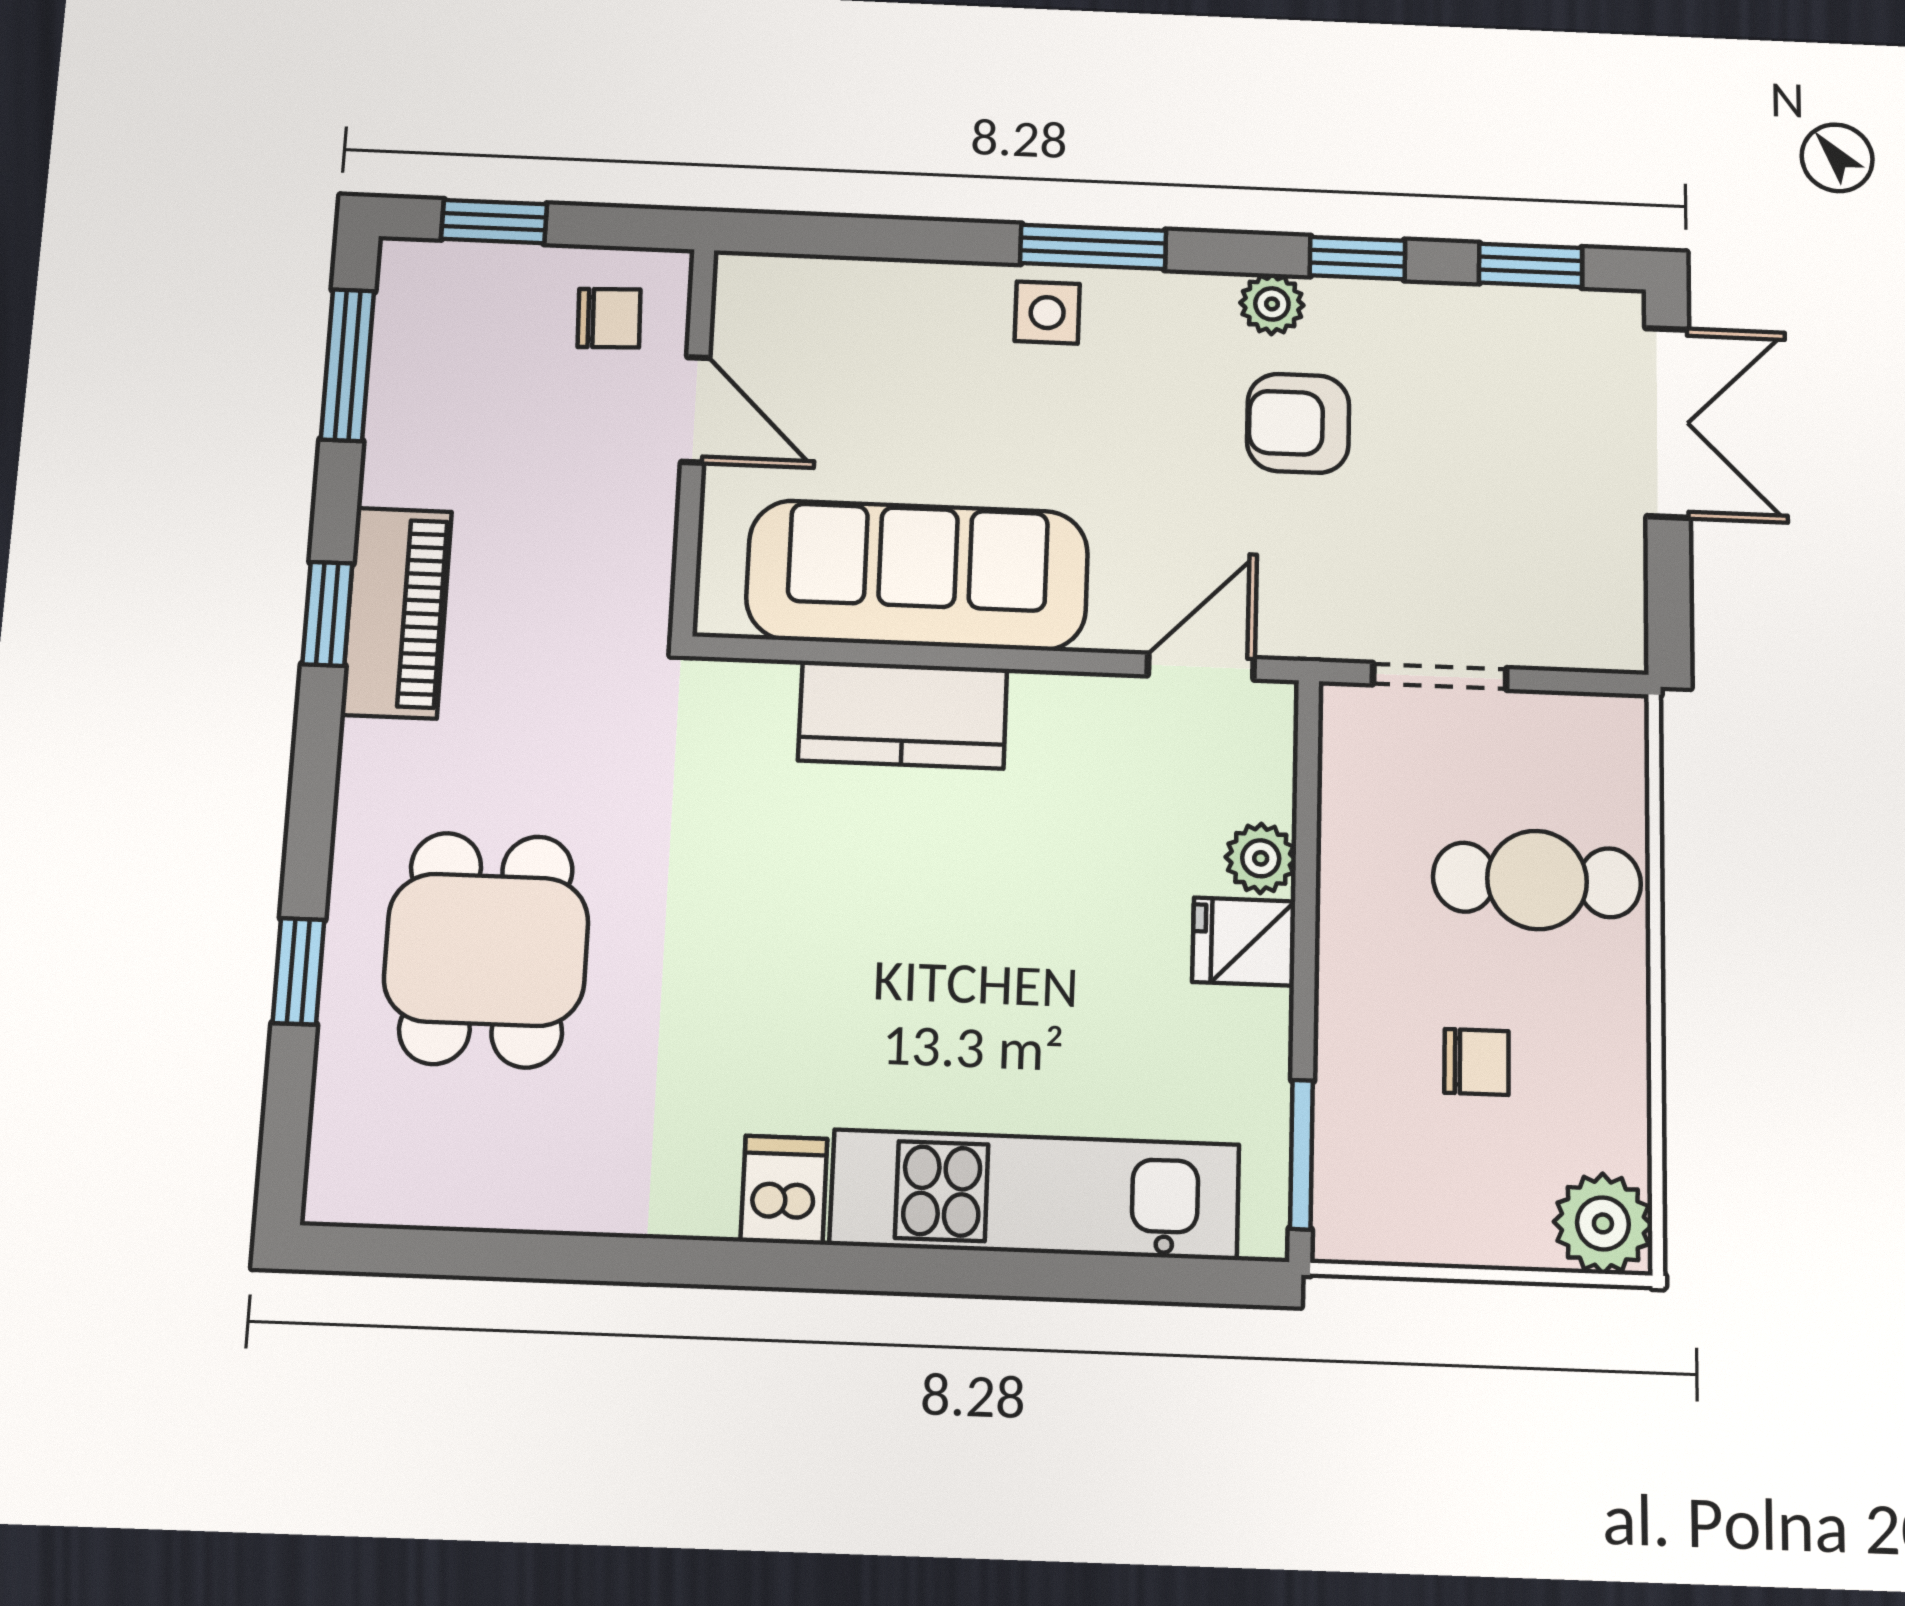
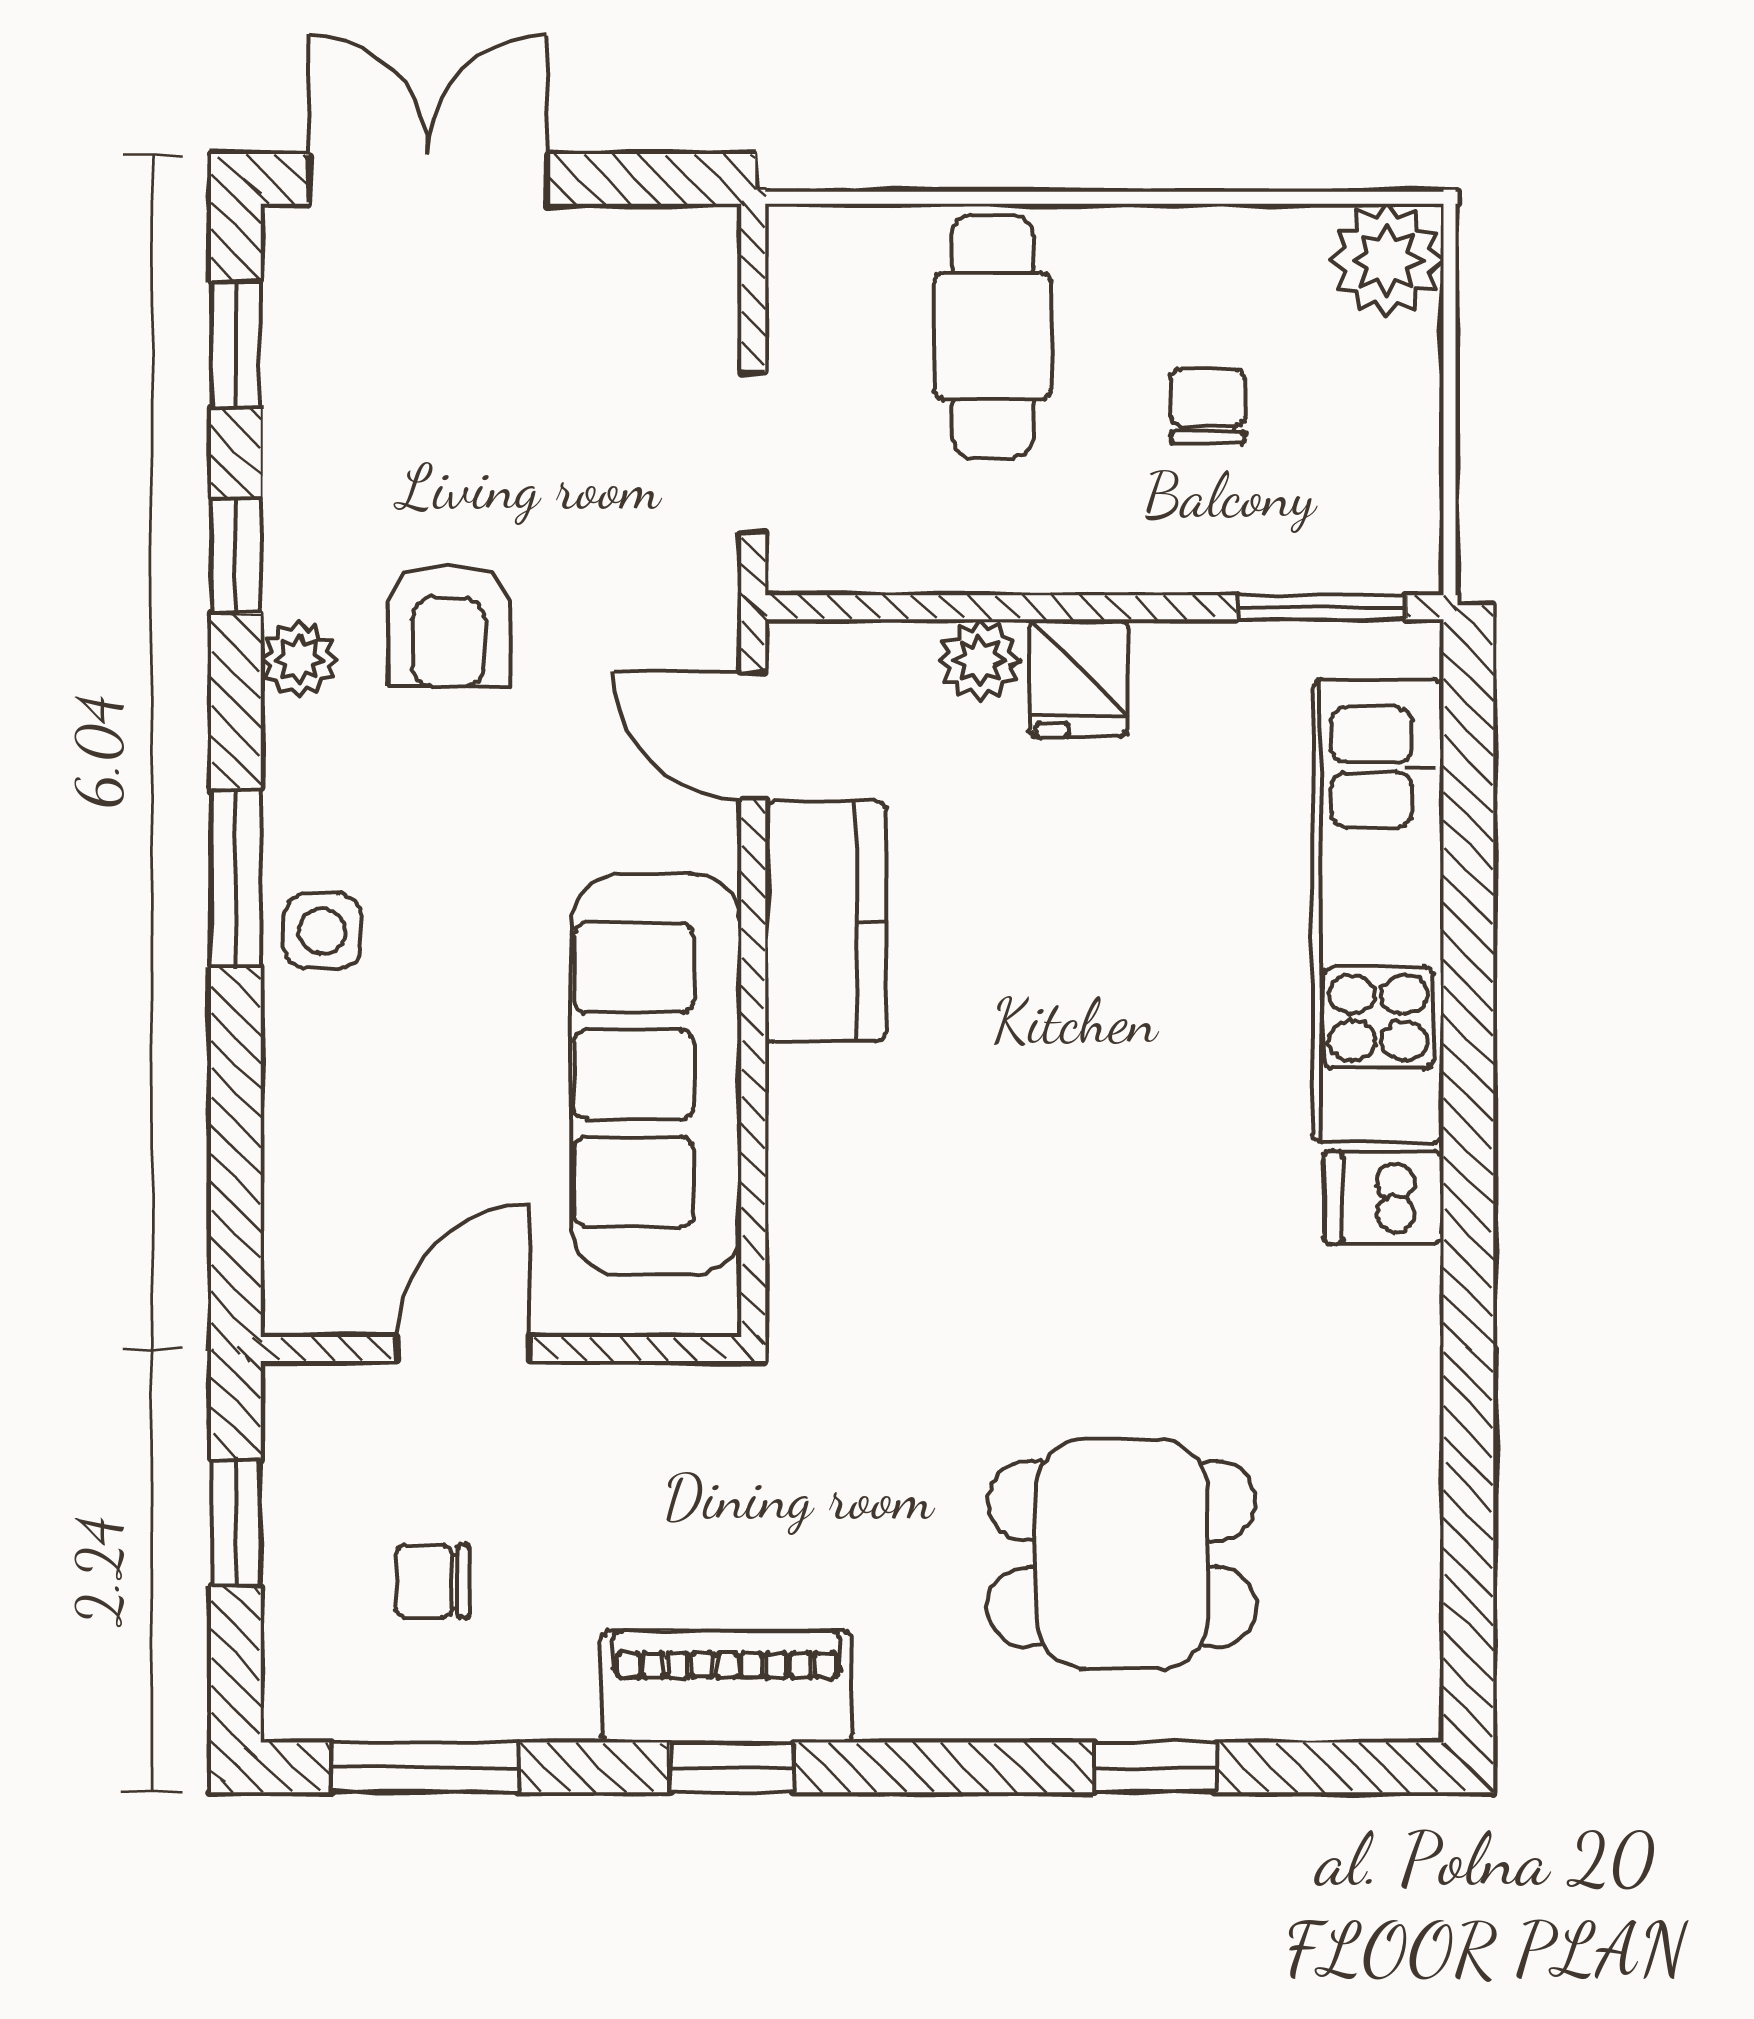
window: (494, 222) -> (236, 1523), moved
chair: (609, 318) -> (433, 1581), moved, turned -88
kitchen counter: (903, 715) -> (825, 921), moved

